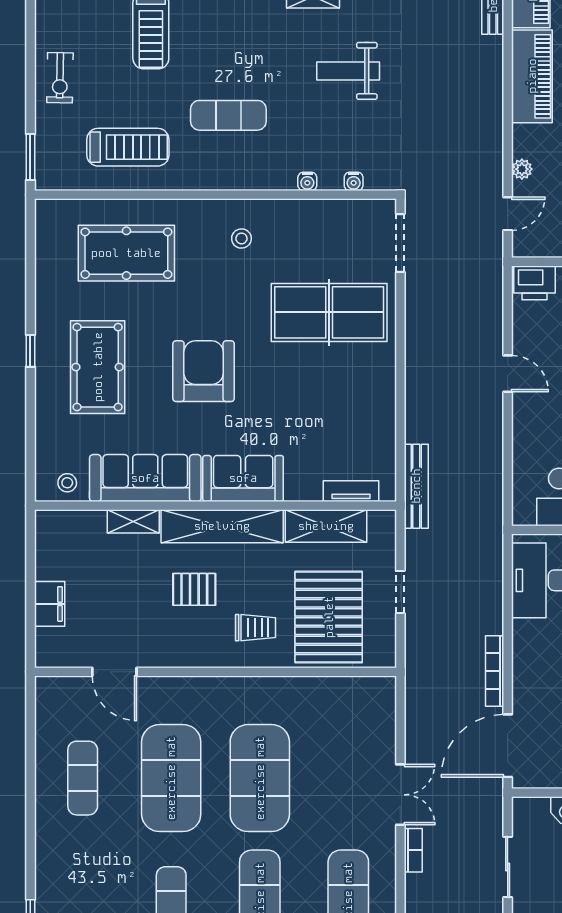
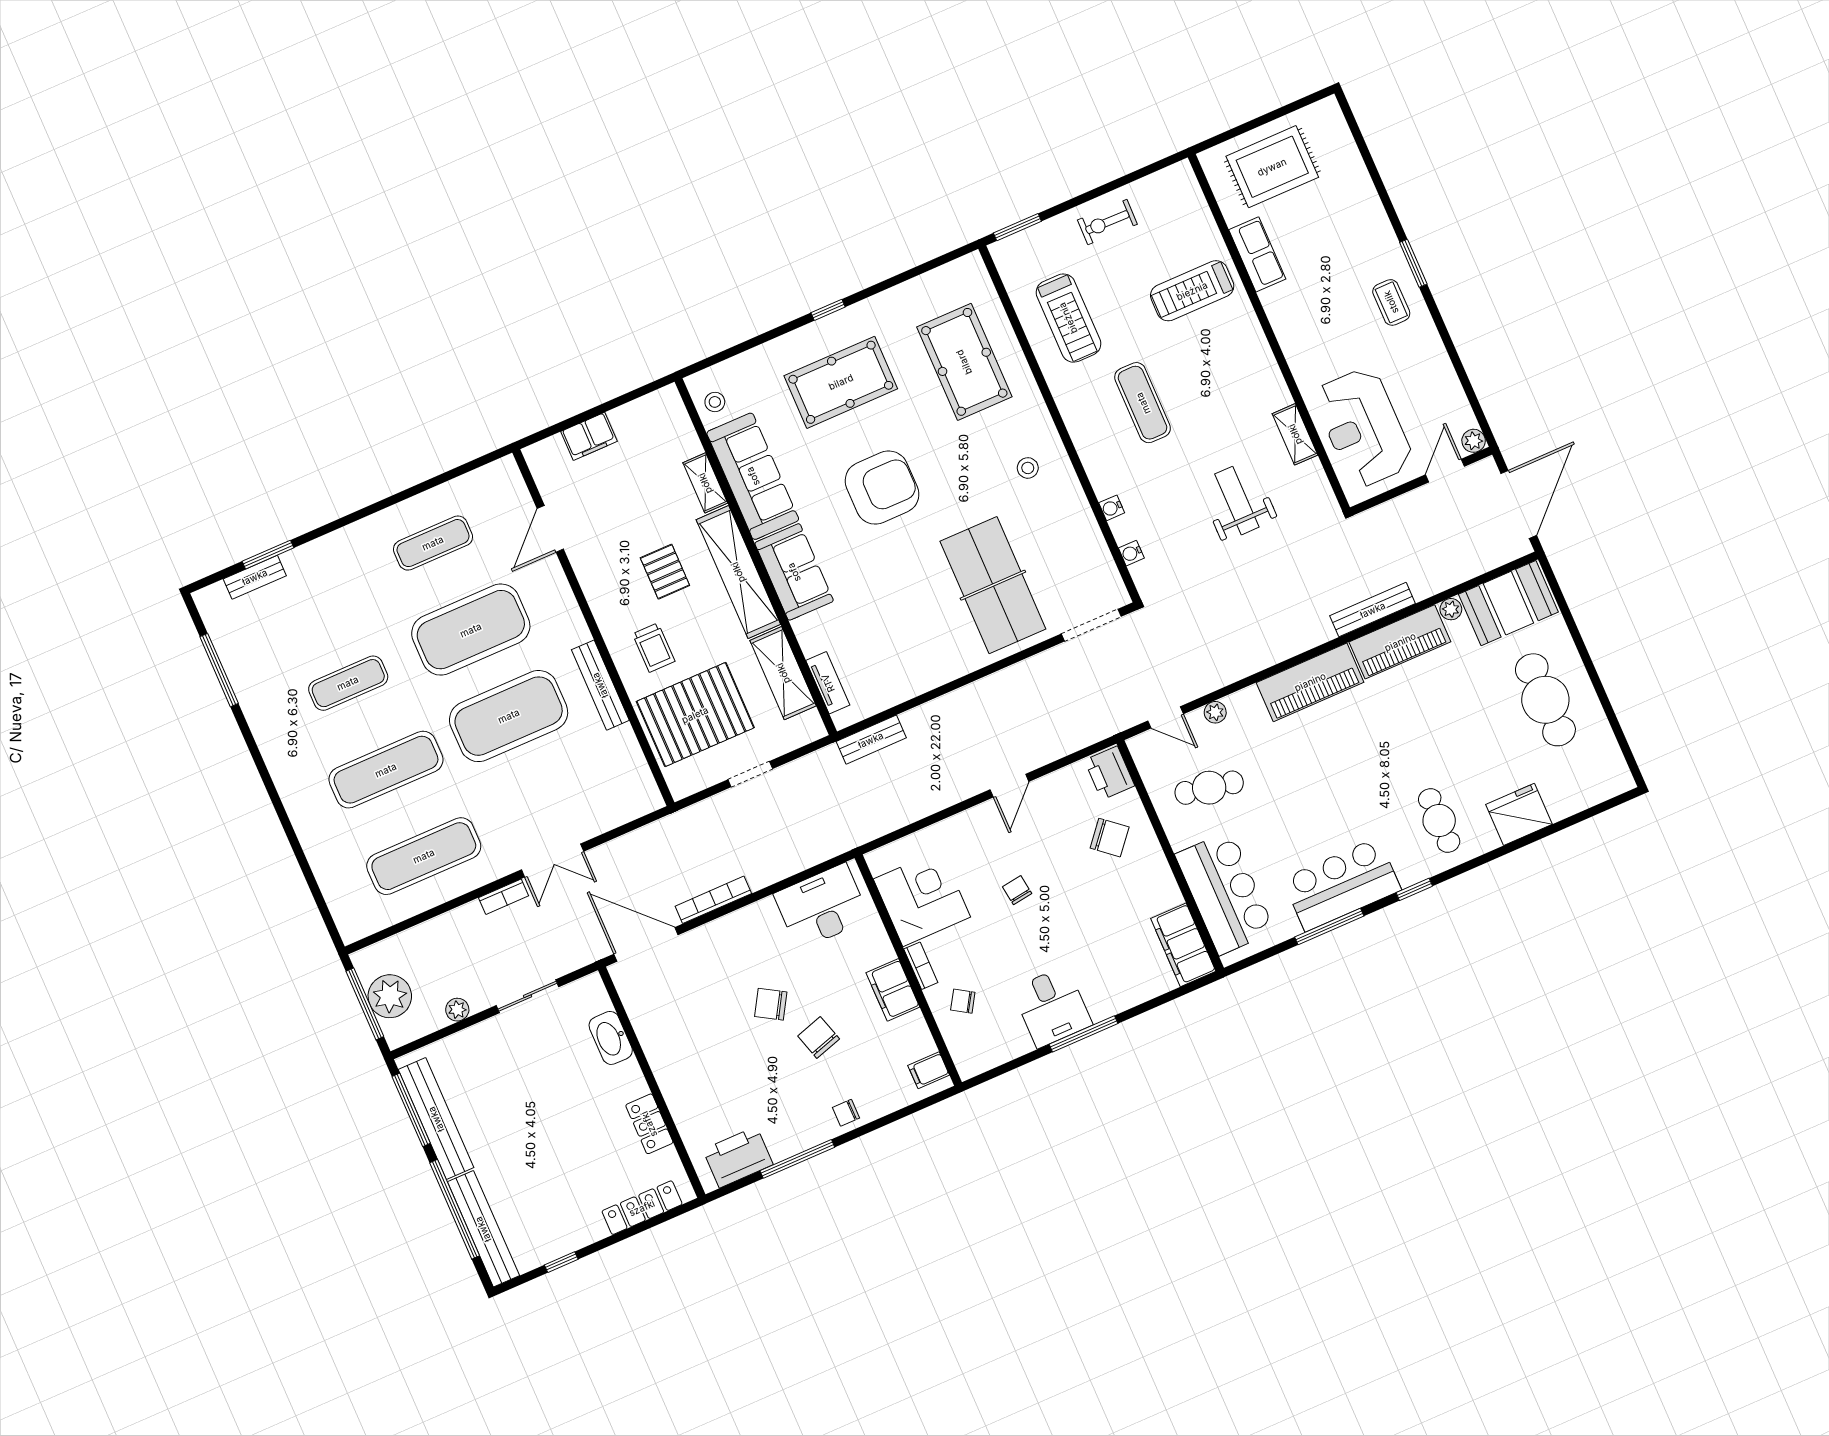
bench: (416, 486) -> (871, 740), width x0.73
bench: (268, 688) -> (600, 685), added

